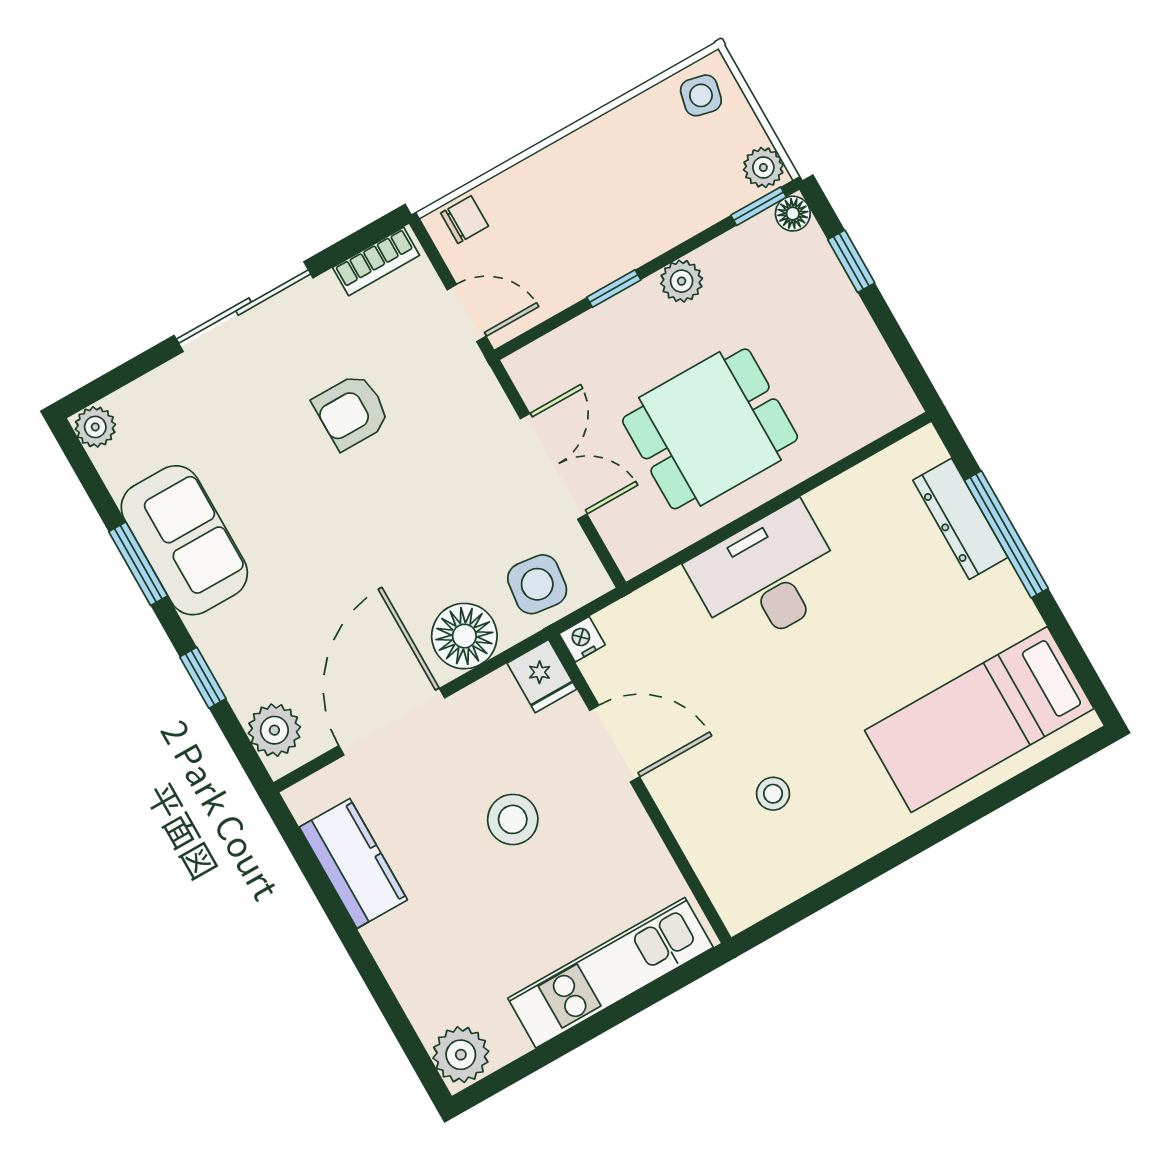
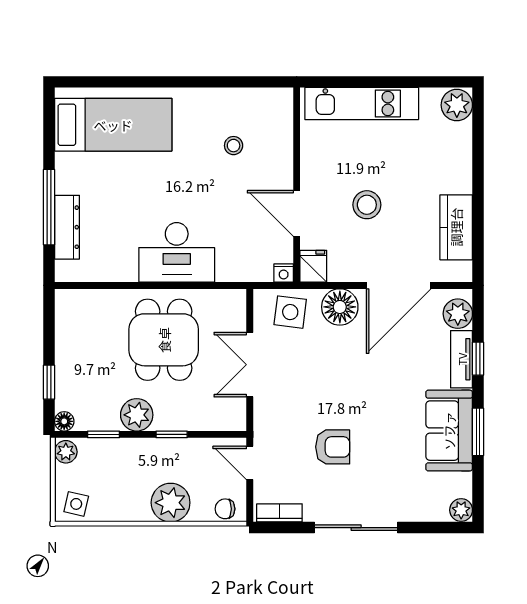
plant: (555, 181) -> (171, 503), added
window: (759, 206) -> (104, 434), moved
plant: (682, 281) -> (137, 415), width x1.38, depth x1.38
dining table: (710, 429) -> (164, 340), turned 90
tv unit: (228, 662) -> (462, 359), added

